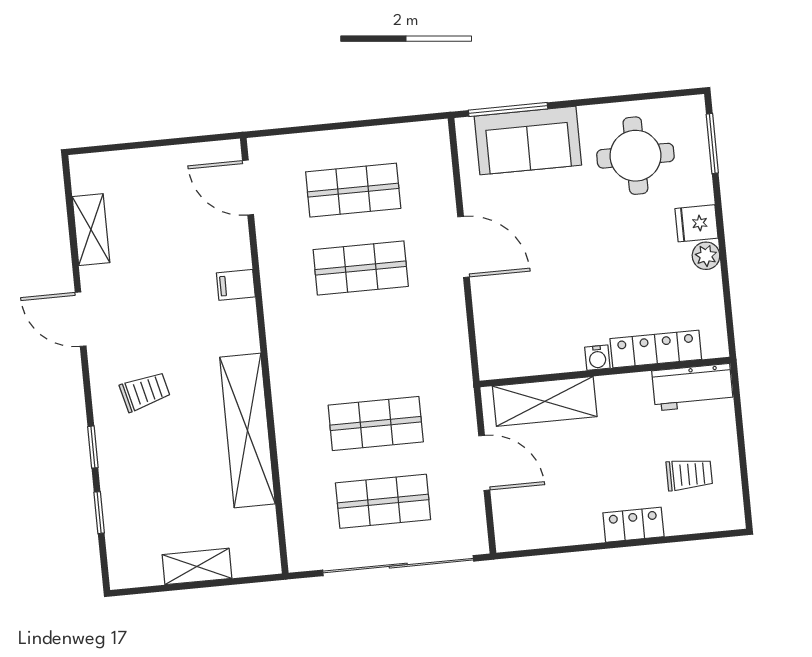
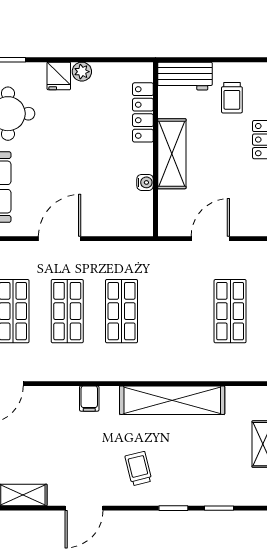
filing cabinet: (236, 285) -> (89, 399), moved
water cooler: (597, 358) -> (145, 182), moved
workbench: (693, 387) -> (185, 76), moved, turned 90
shelving: (545, 401) -> (172, 154), moved
shop shelf: (376, 423) -> (122, 311), moved
trolley: (689, 474) -> (232, 98), turned 180

